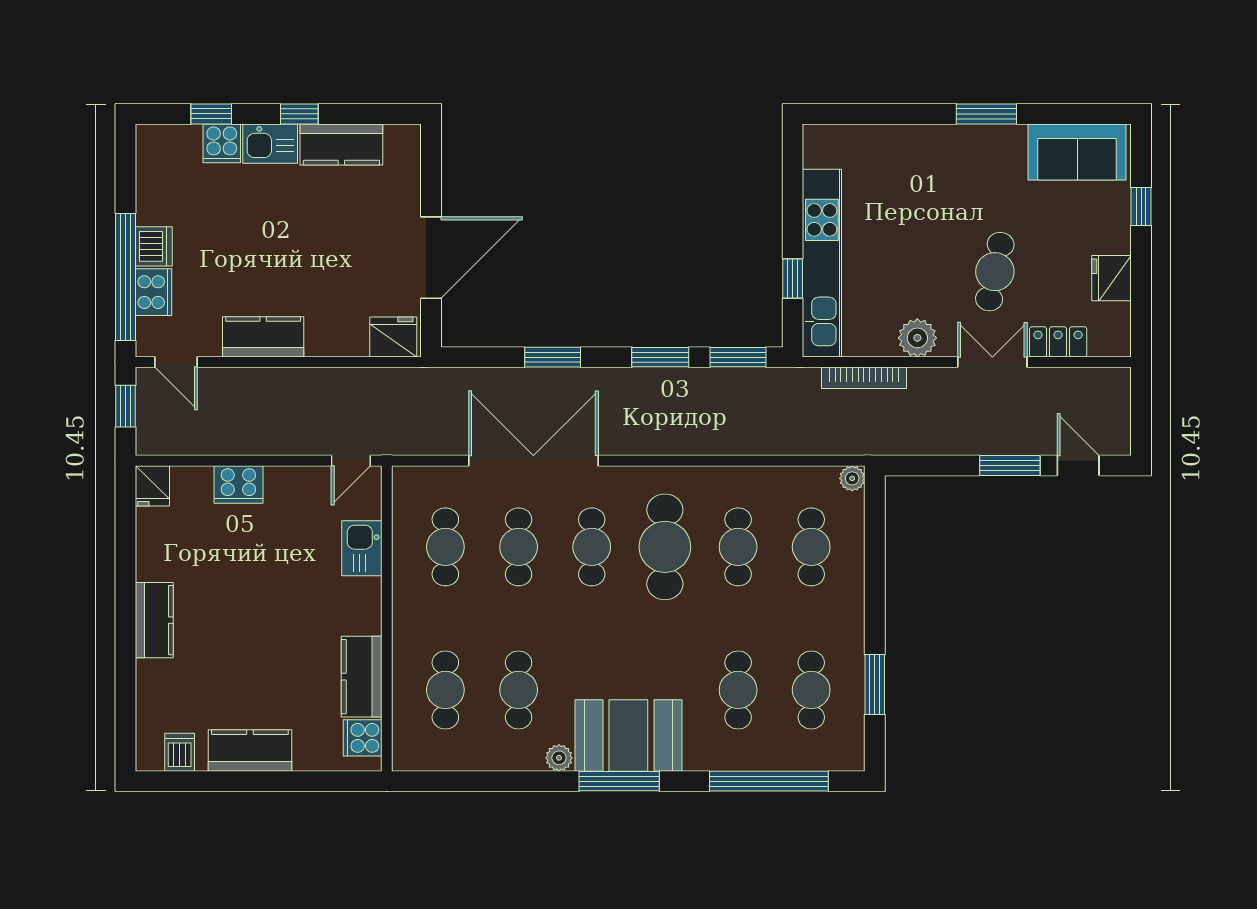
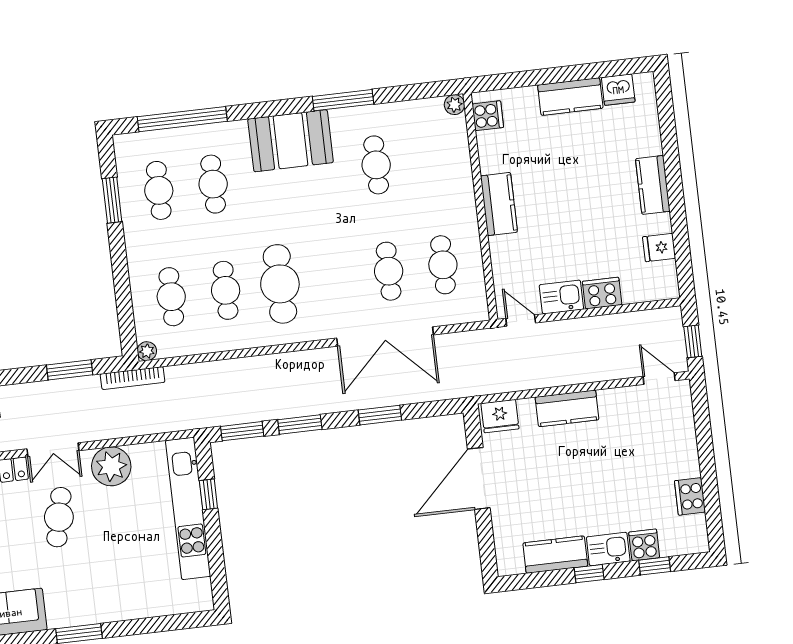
dishwasher: (154, 246) -> (686, 462), removed
window: (125, 277) -> (704, 437), removed
cooker: (153, 292) -> (690, 496), moved
kitchen counter: (263, 337) -> (567, 408), moved
plant: (917, 338) -> (111, 466), width x1.36, depth x1.36
bookcase: (864, 378) -> (133, 378), moved, turned 180
door: (351, 461) -> (521, 321), hinge flipped
window: (1010, 466) -> (70, 370), moved
fridge: (152, 486) -> (659, 247), moved, turned -90
cafe table: (592, 547) -> (334, 278), removed
kitchen sink: (362, 548) -> (561, 297), moved, turned -90
kitchen counter: (362, 677) -> (499, 204), moved
cafe table: (445, 690) -> (430, 159), removed
dishwasher: (180, 752) -> (618, 90), width x1.38
plant: (559, 758) -> (454, 105), moved
window: (619, 781) -> (343, 100), moved

